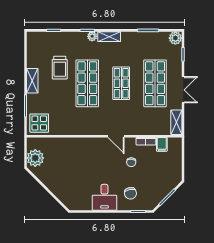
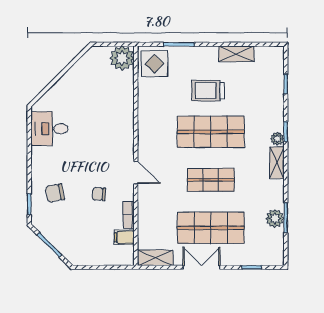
plant: (175, 38) -> (275, 218), moved
trolley: (60, 68) -> (208, 91), moved
shelving: (32, 81) -> (236, 54), moved
double door: (183, 90) -> (201, 267), swing flipped
door: (116, 136) -> (136, 173), swing flipped
plant: (35, 158) -> (122, 58), moved
desk: (104, 197) -> (49, 129), moved

